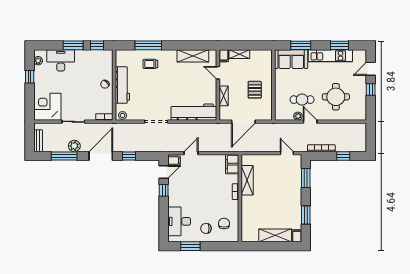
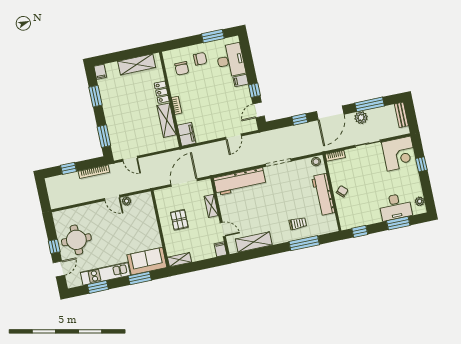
window: (73, 45) -> (398, 223), moved
shelving: (239, 54) -> (180, 260), moved
window: (30, 77) -> (421, 164), moved
round table: (336, 97) -> (76, 240), moved
cafe table: (302, 100) -> (126, 220), removed
filing cabinet: (174, 161) -> (241, 80), moved
locker: (246, 206) -> (162, 92), added
shelving: (275, 235) -> (137, 64), moved

